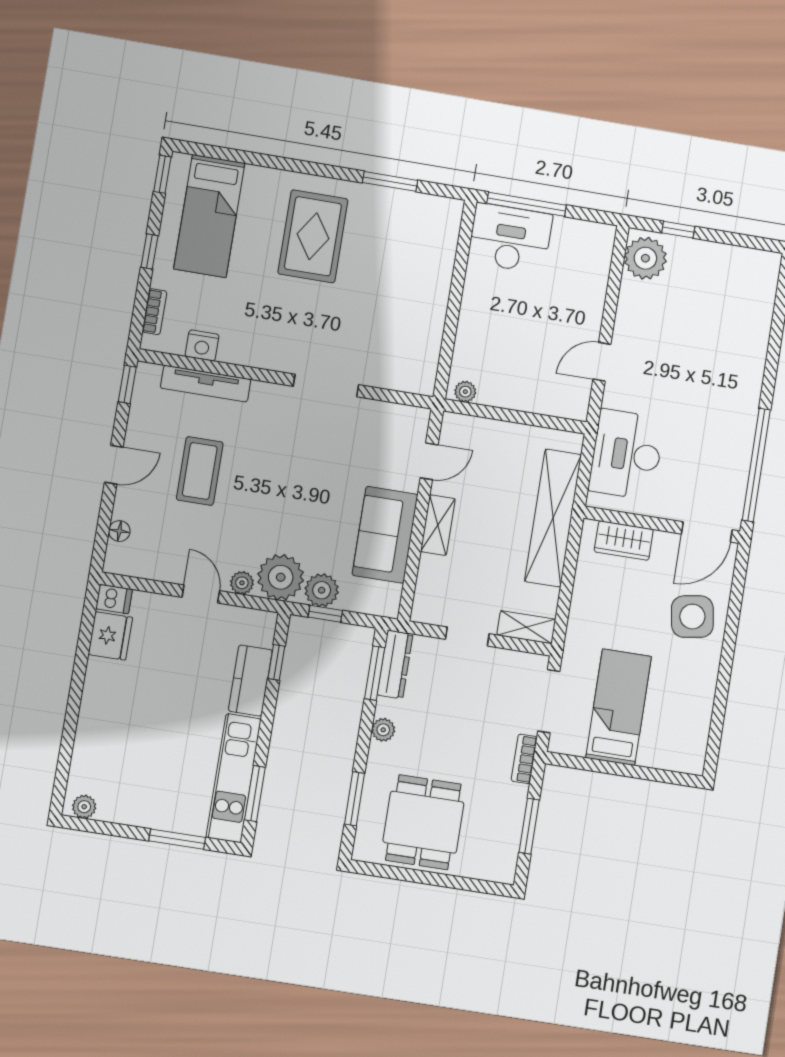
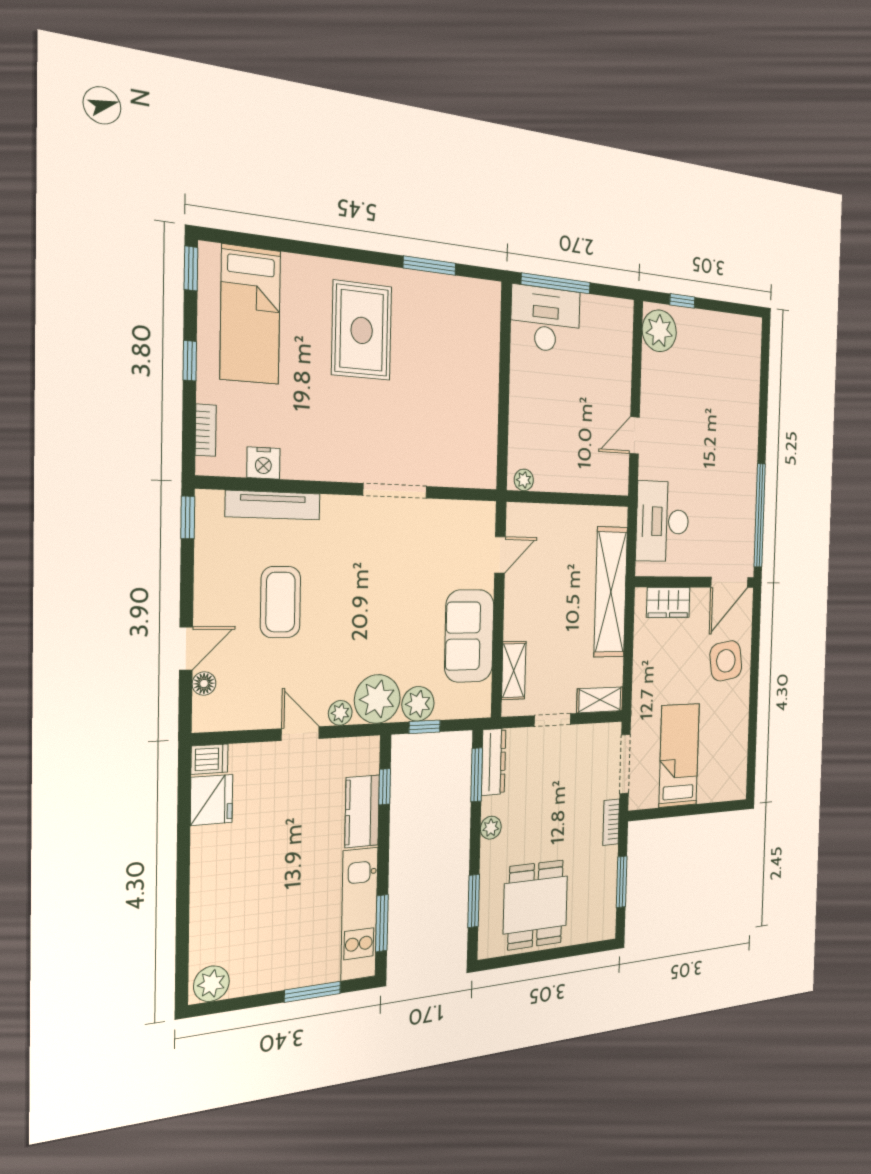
door: (114, 465) -> (186, 648), moved
shelving: (438, 525) -> (514, 670), moved
plant: (84, 807) -> (211, 984), width x1.38, depth x1.38

